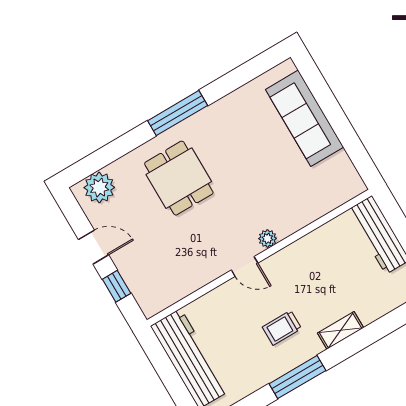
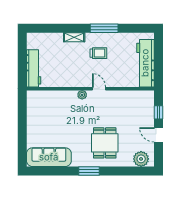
window: (178, 113) -> (89, 171), width x0.69
sofa: (305, 118) -> (49, 157), moved, turned -90

